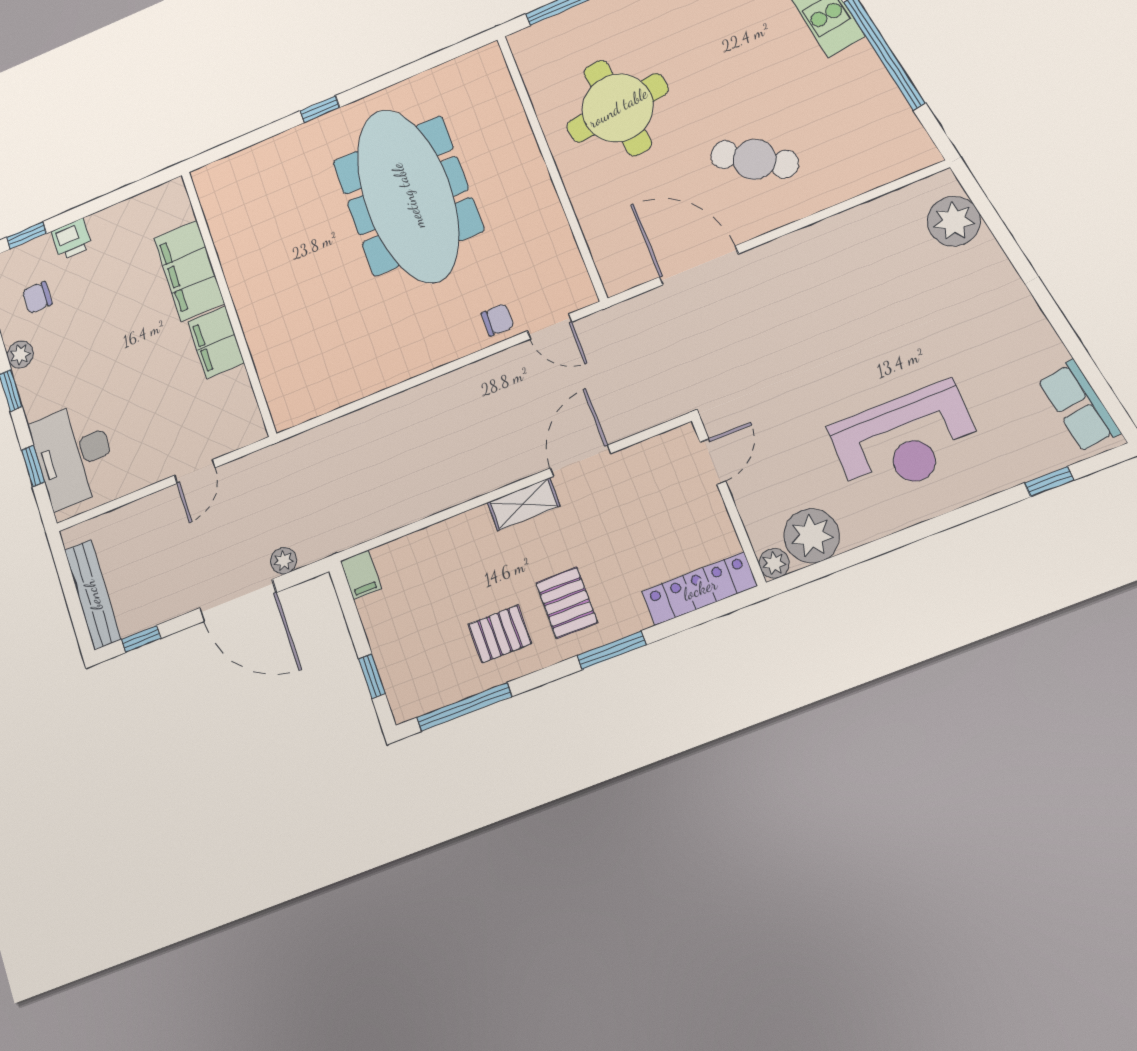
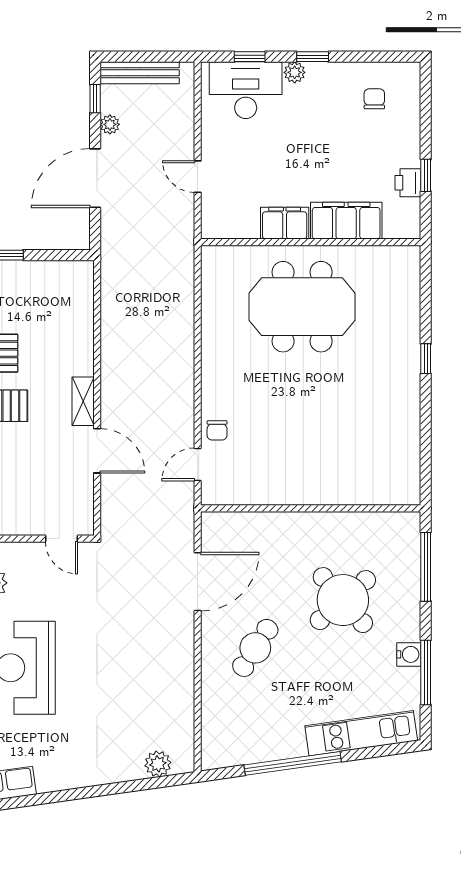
round table: (618, 108) -> (343, 600), moved, turned -34
meeting table: (408, 196) -> (302, 307), moved, width x0.73
plant: (954, 221) -> (158, 764), width x0.73, depth x0.73
window: (27, 235) -> (426, 175), moved
printer: (72, 239) -> (408, 183), moved
plant: (20, 354) -> (295, 72), moved
plant: (283, 561) -> (110, 124), moved
filing cabinet: (361, 575) -> (79, 271), removed

